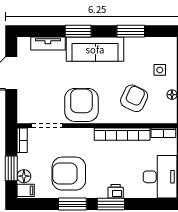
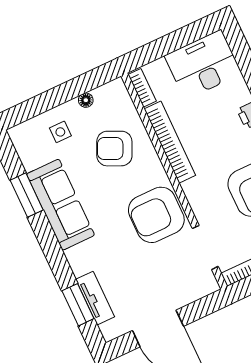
window: (78, 31) -> (78, 305), moved
sofa: (95, 49) -> (61, 205), moved

